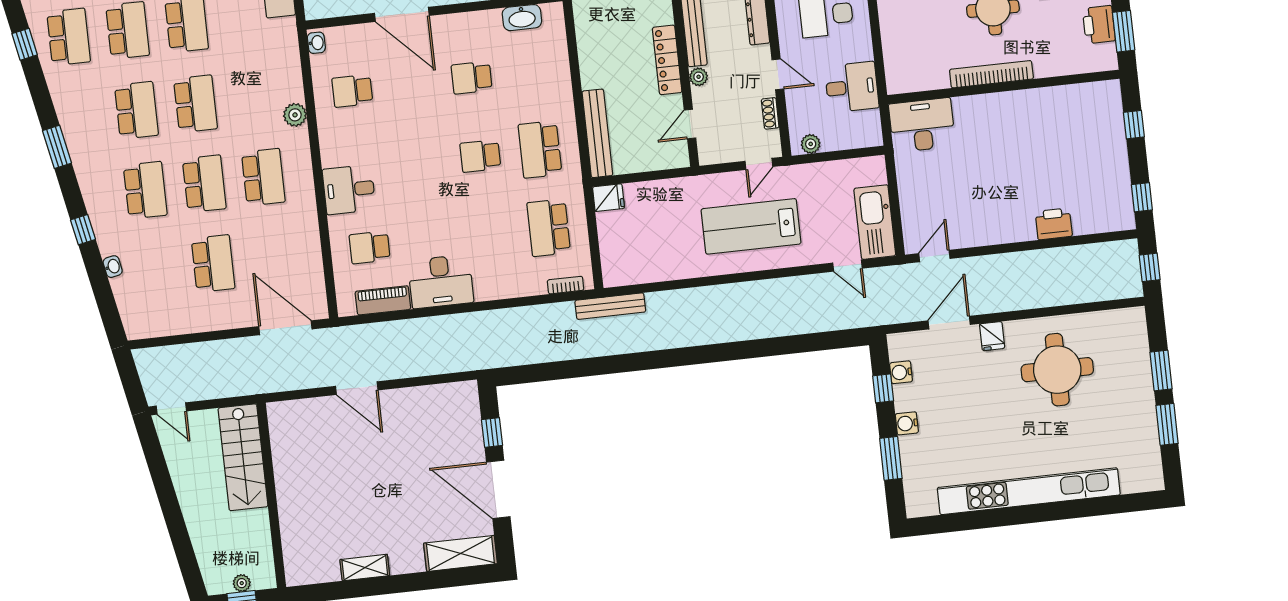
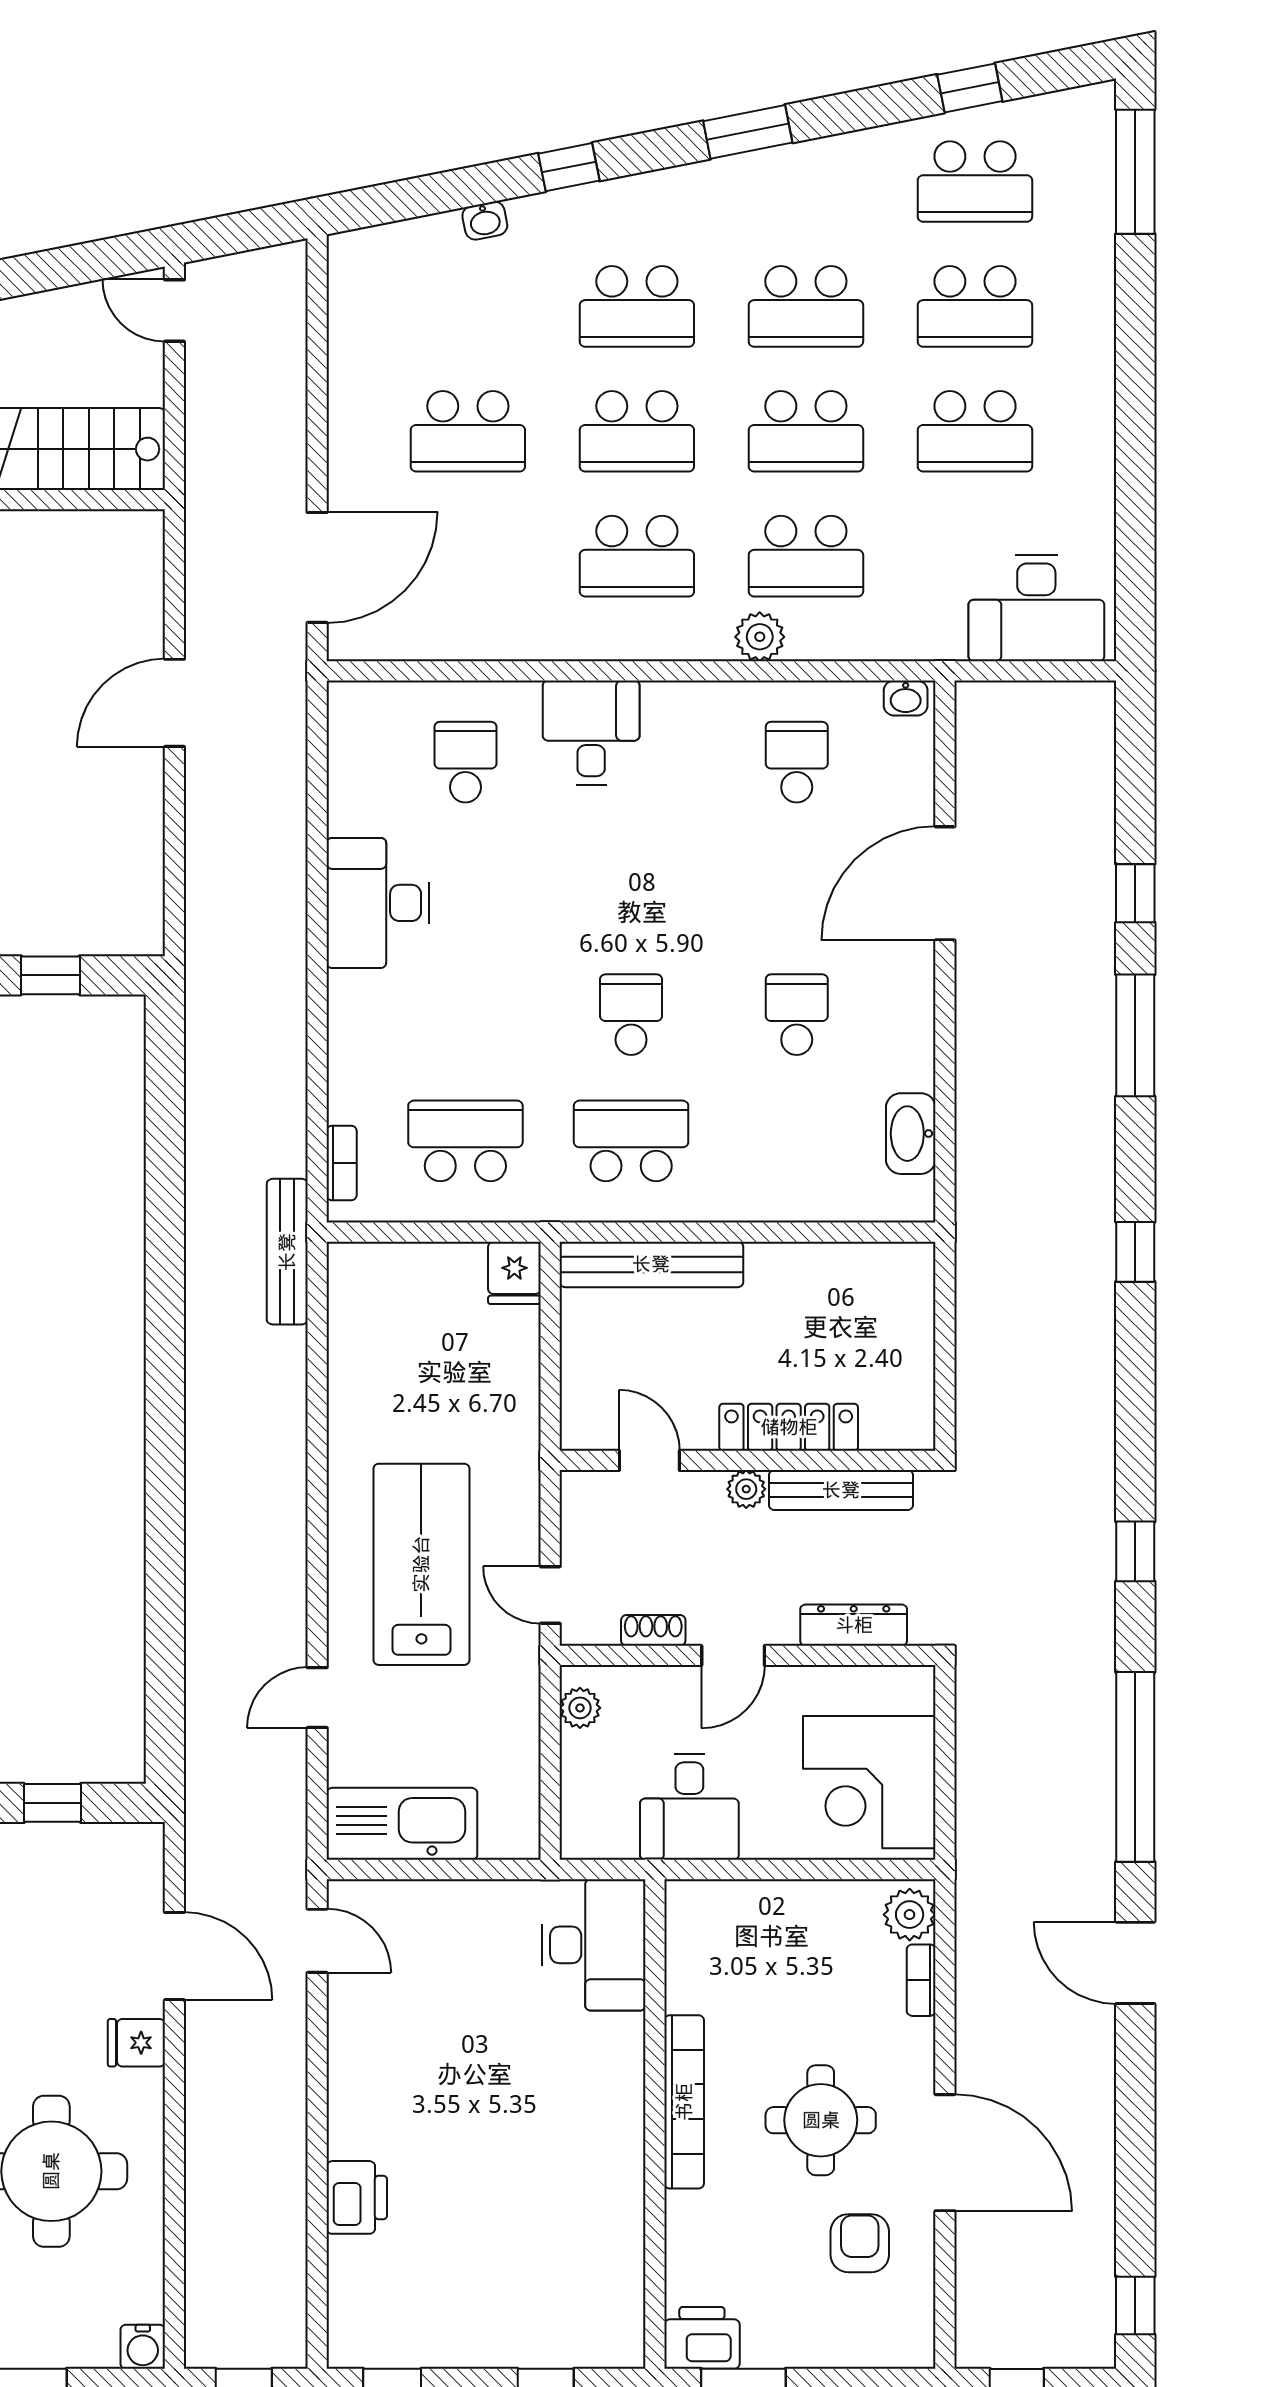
printer: (1099, 25) -> (702, 2338), moved
school desk: (254, 97) -> (806, 556), added
door: (847, 266) -> (317, 1698), moved
piano: (383, 300) -> (352, 778), removed
water cooler: (901, 372) -> (143, 2347), moved, turned 180
door: (171, 409) -> (174, 311), hinge flipped

